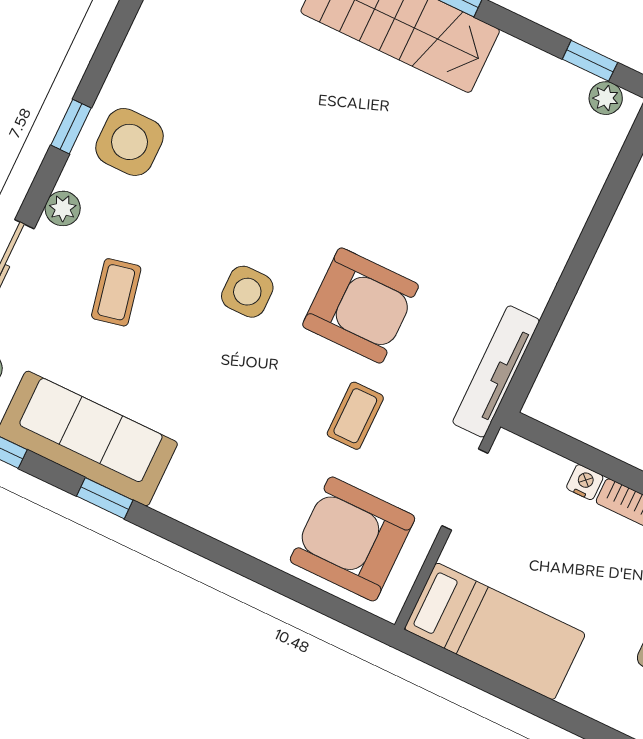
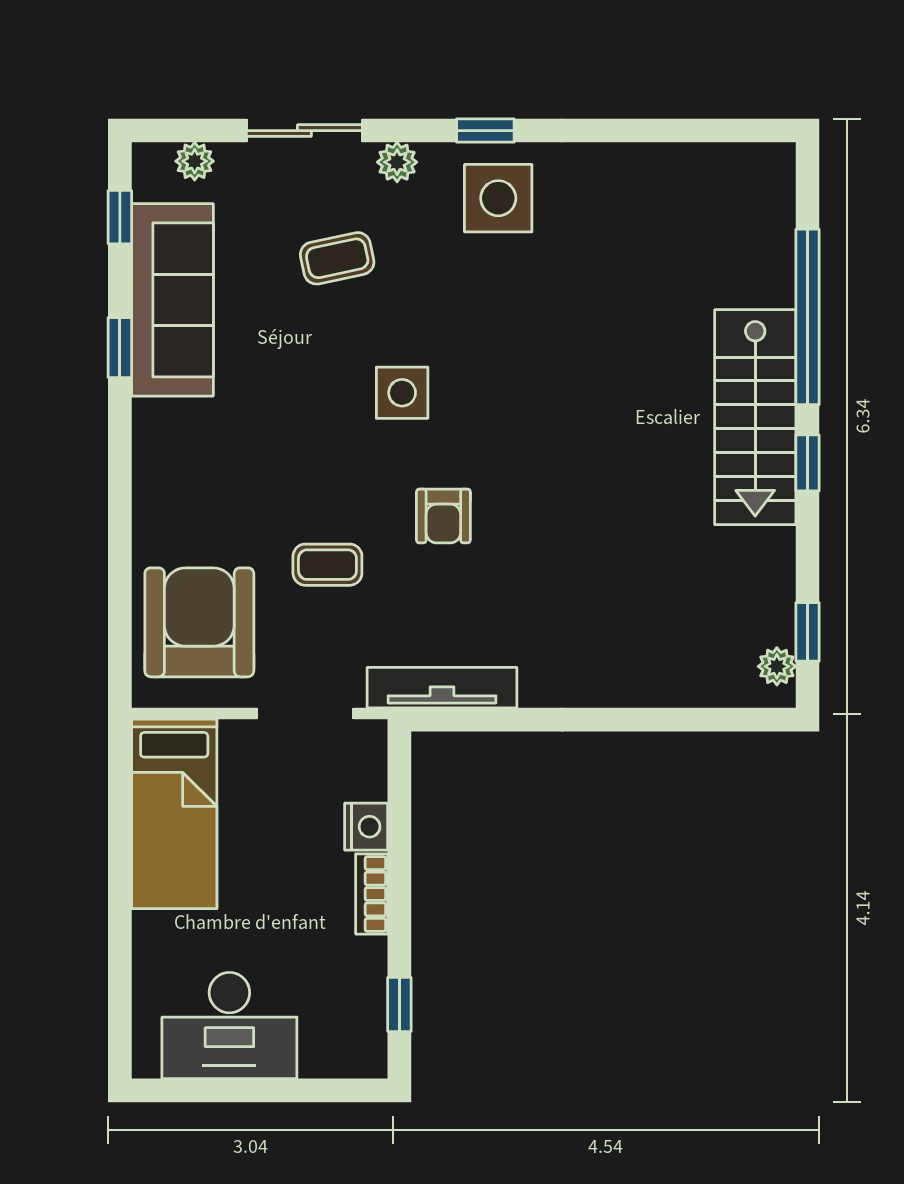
armchair: (361, 305) -> (443, 516), width x0.53, depth x0.53
nightstand: (585, 482) -> (366, 827), width x1.39, depth x1.35

